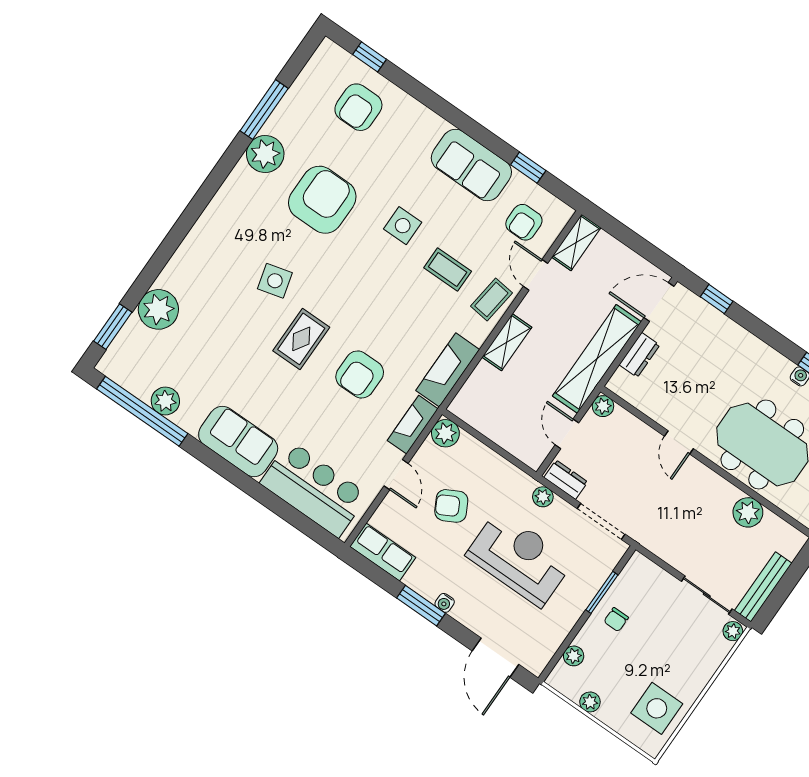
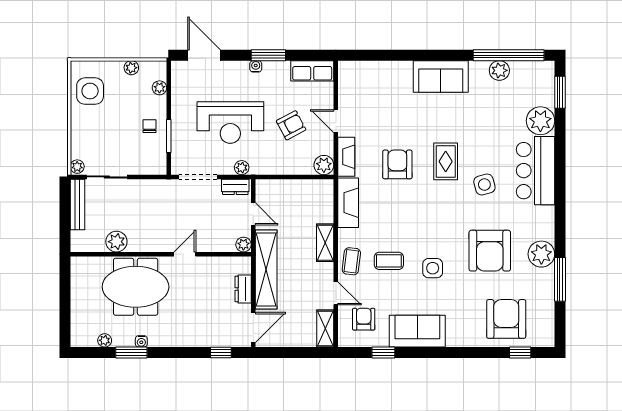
armchair: (358, 107) -> (506, 319), width x1.36, depth x1.36
door: (679, 442) -> (185, 254), hinge flipped
bar counter: (314, 489) -> (535, 171), moved, turned 90

